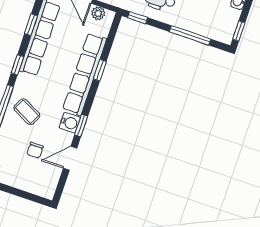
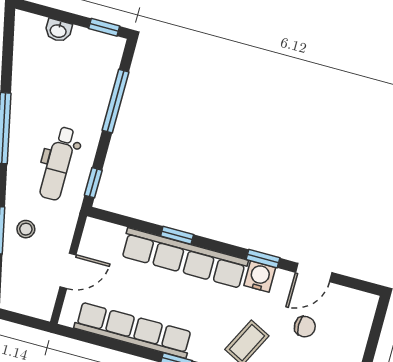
plant: (98, 13) -> (90, 243), removed
window: (31, 25) -> (114, 345), removed
door: (70, 158) -> (314, 272), hinge flipped

